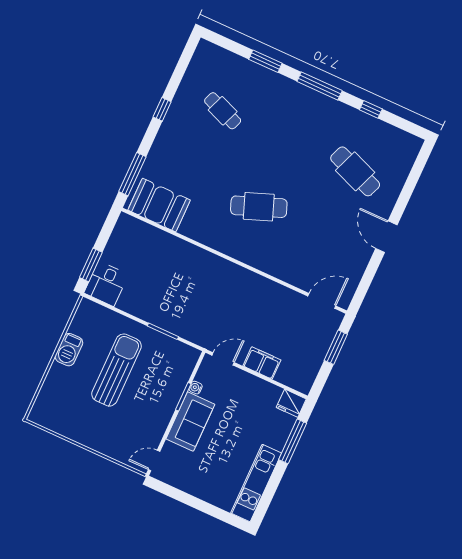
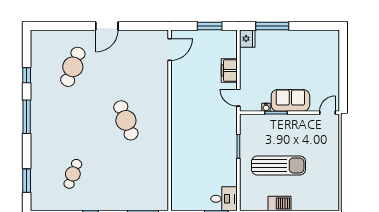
window: (265, 61) -> (27, 181), moved
booth: (159, 205) -> (155, 187), removed
door: (322, 301) -> (170, 49), swing flipped
window: (336, 347) -> (210, 26), moved
sun lounger: (117, 370) -> (279, 165), turned 180
door: (154, 460) -> (327, 113), swing flipped
kitchen unit: (256, 483) -> (311, 38), removed

